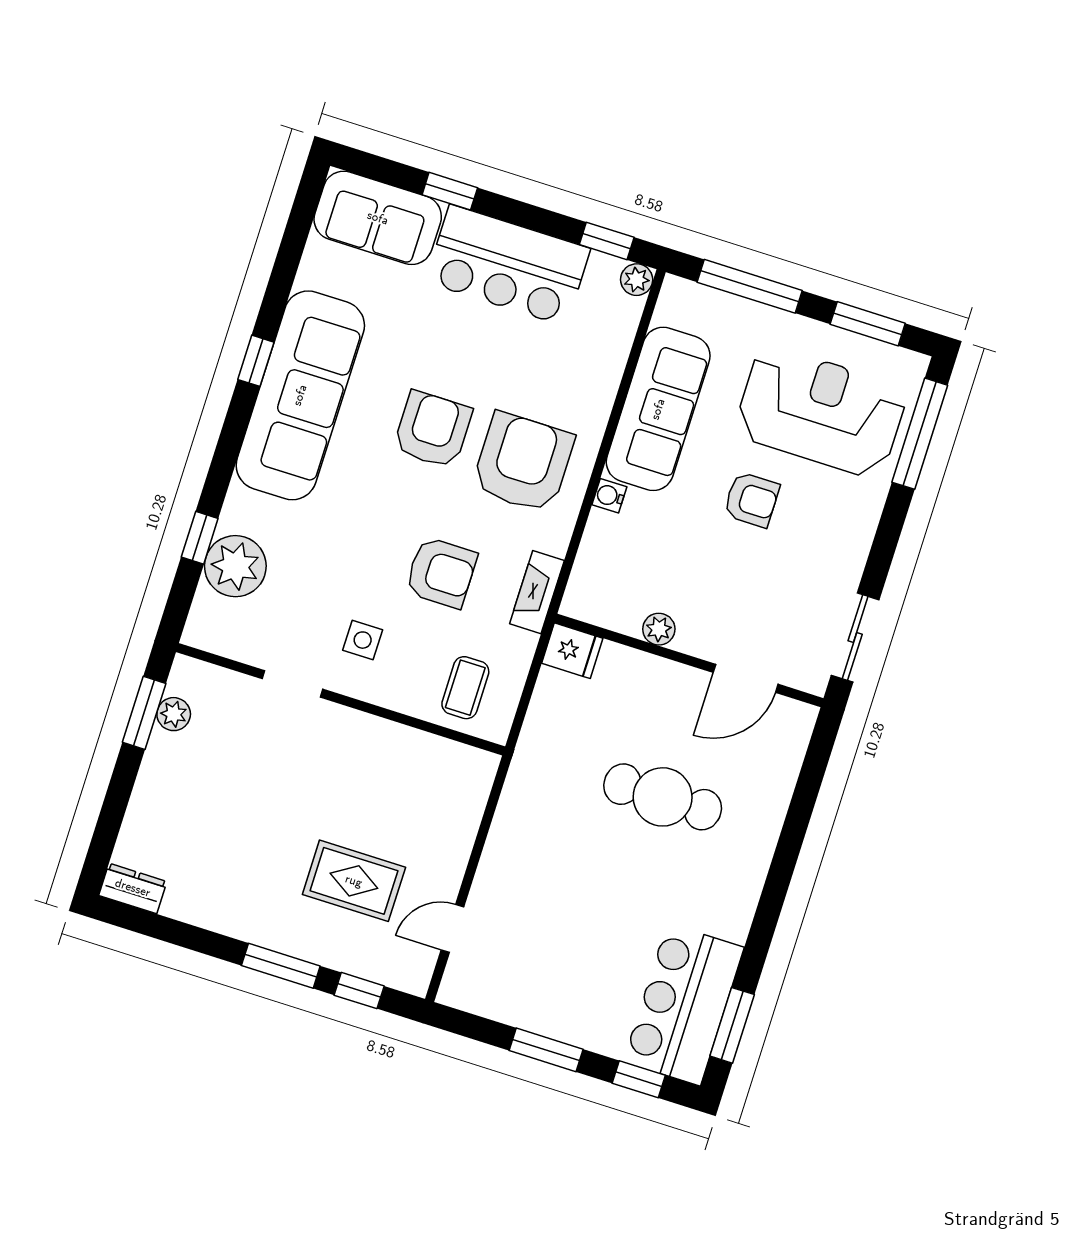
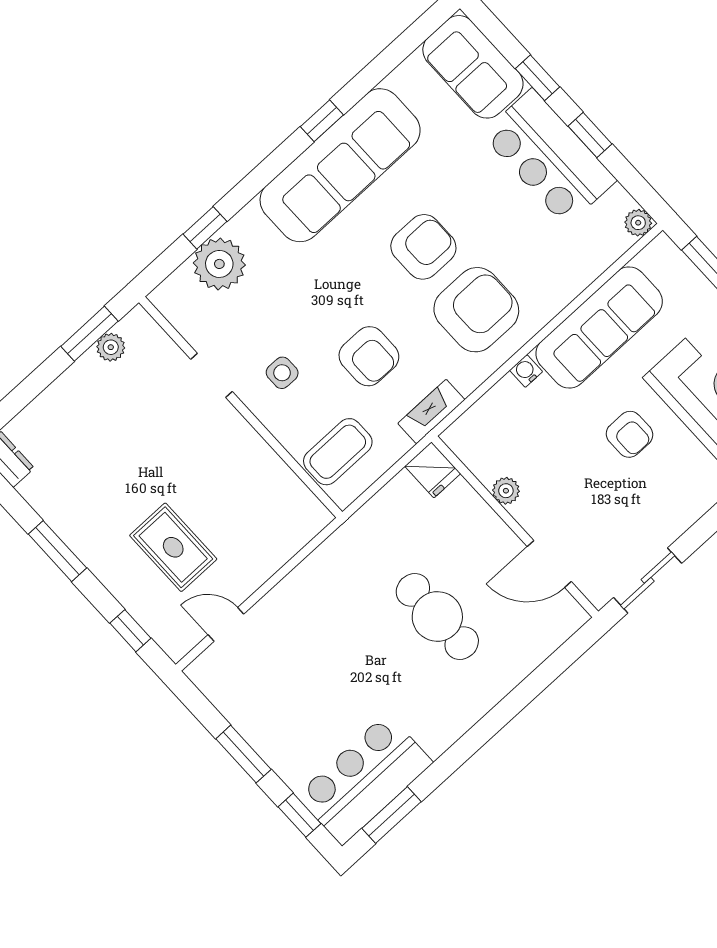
window: (607, 241) -> (590, 135), moved
coffee table: (465, 688) -> (338, 452), width x1.36, depth x1.30
window: (281, 966) -> (57, 551), moved

